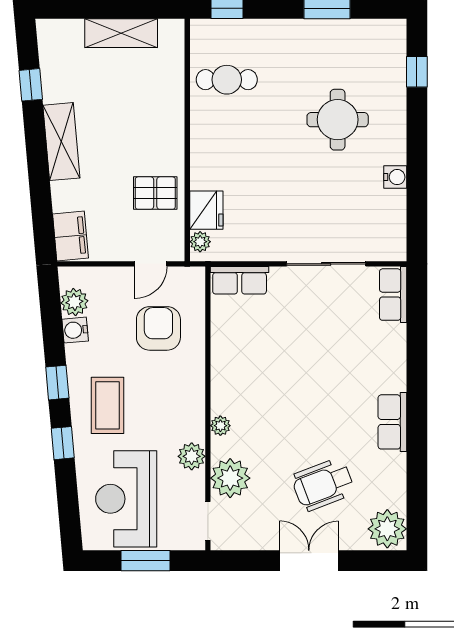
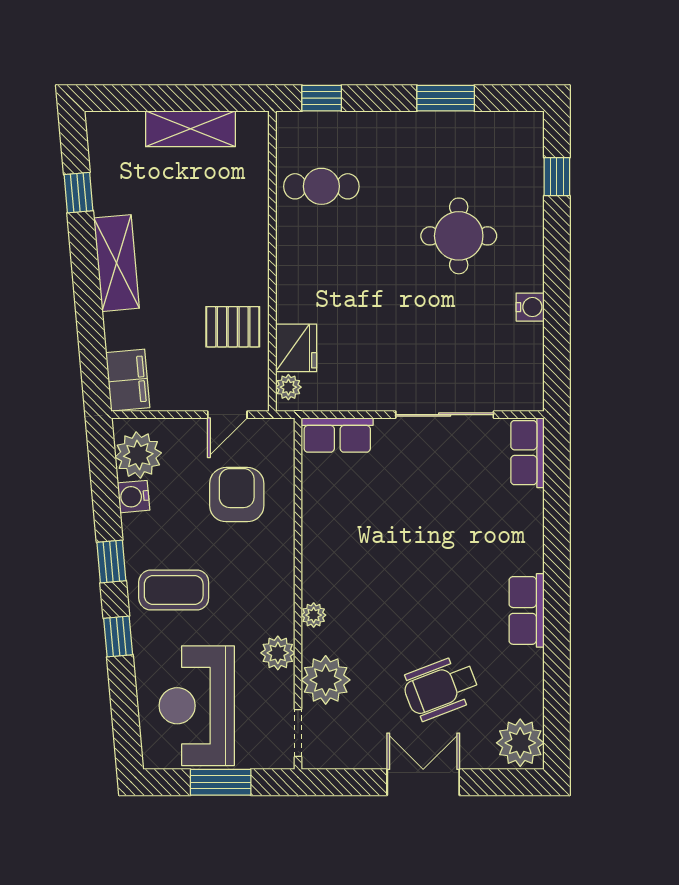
plant: (74, 302) -> (138, 455), width x1.36, depth x1.36
coffee table: (108, 405) -> (174, 590), turned 90

